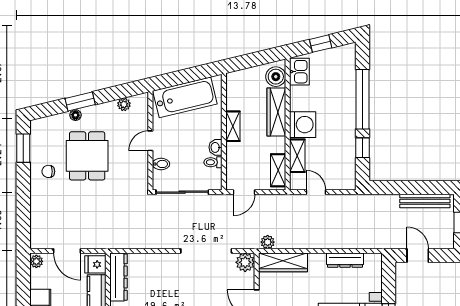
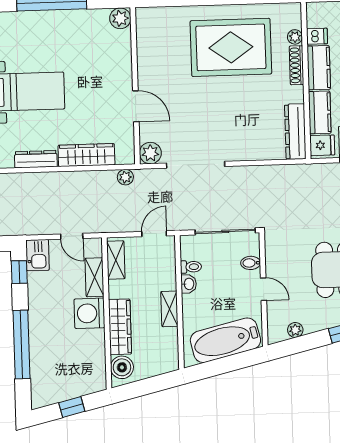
kitchen sink: (299, 72) -> (38, 255), moved, turned 180
door: (150, 141) -> (264, 289), hinge flipped
window: (362, 148) -> (19, 272), moved
wardrobe: (283, 262) -> (86, 155), moved

